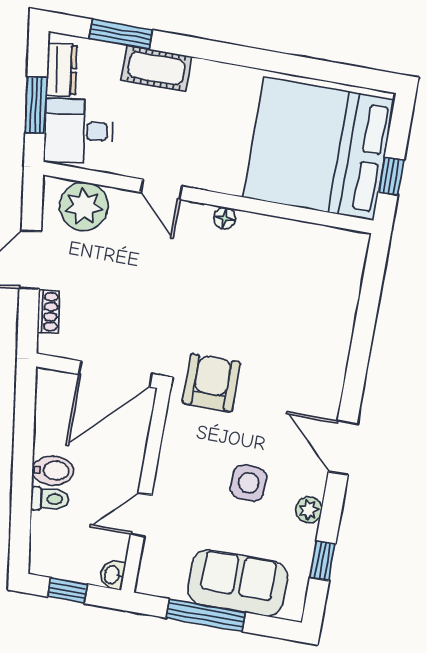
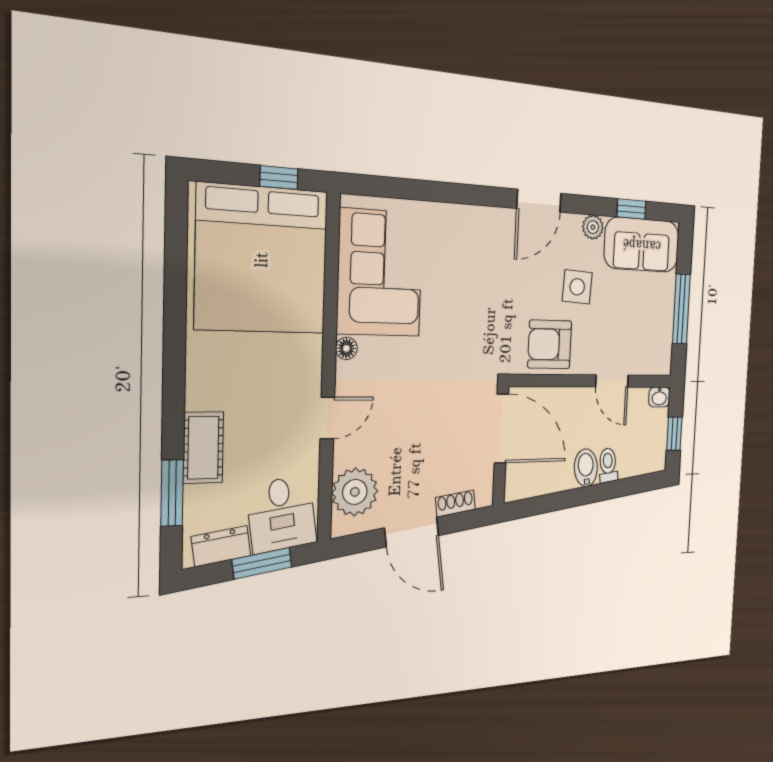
corner sofa: (292, 263) -> (380, 273), added
armchair: (212, 383) -> (550, 344), moved
sofa: (237, 583) -> (642, 245), moved, turned -90

